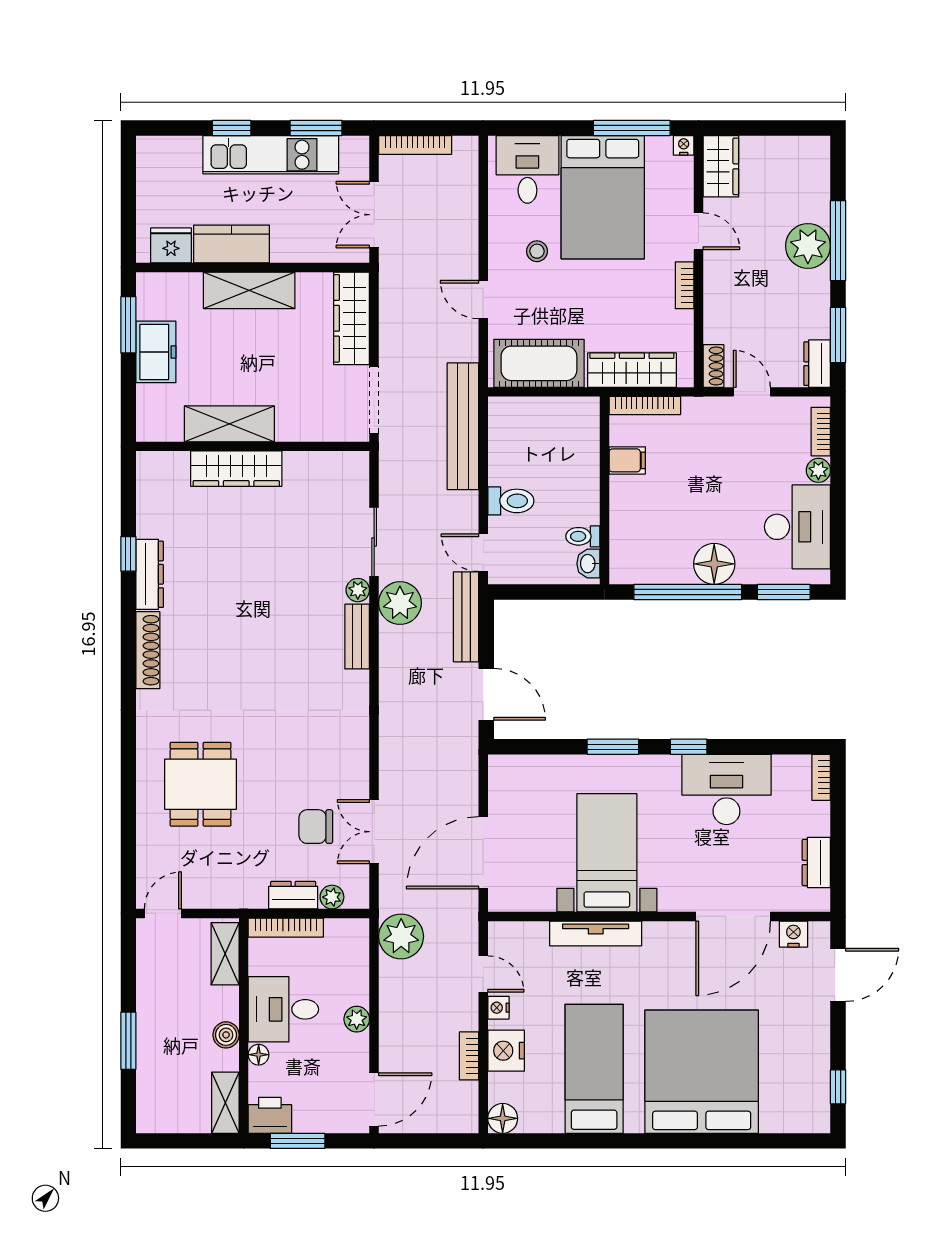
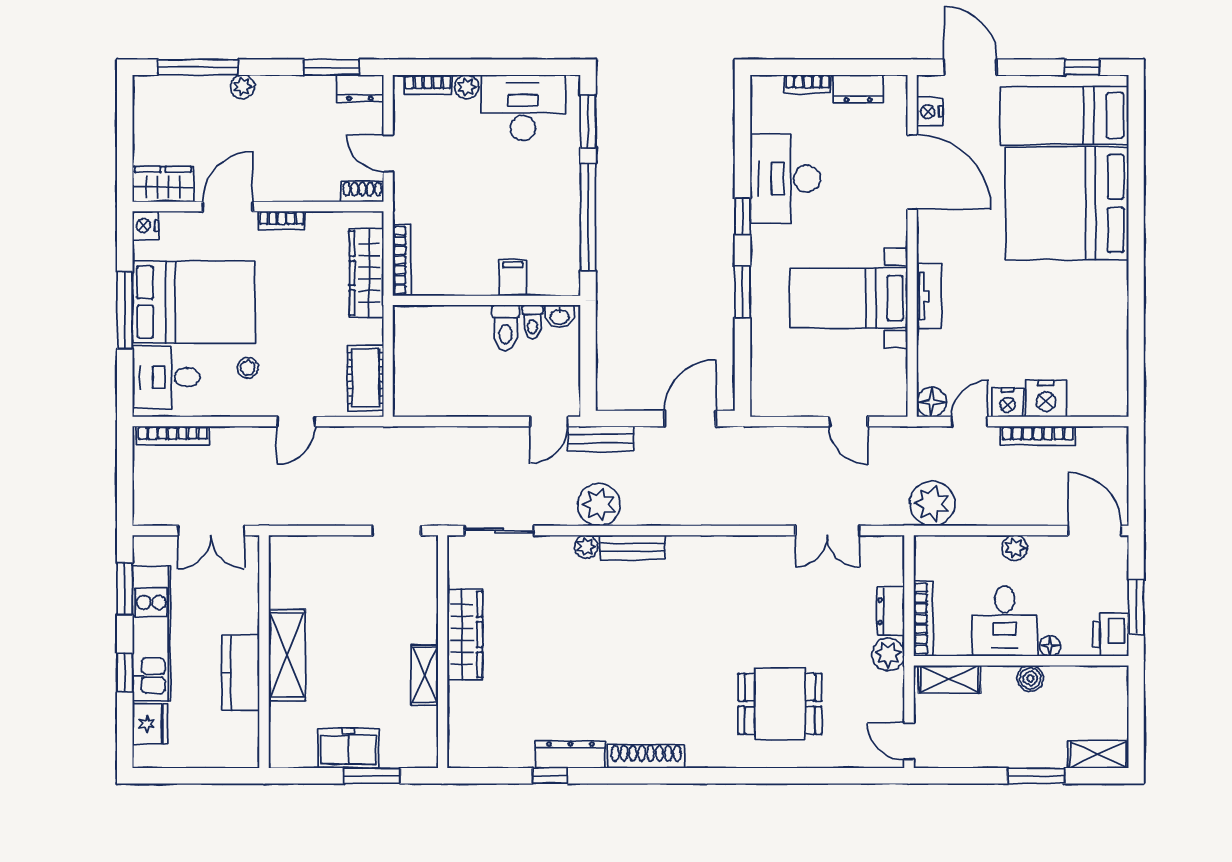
window: (632, 128) -> (125, 310), moved
bookcase: (415, 145) -> (173, 435), moved, turned 90
nightstand: (684, 145) -> (146, 225), width x1.39, depth x1.35
door: (699, 231) -> (228, 206), width x1.38
window: (838, 241) -> (198, 67), moved
fridge: (171, 245) -> (150, 724), moved, turned 180
plant: (808, 246) -> (243, 87), width x0.53, depth x0.53
wardrobe: (352, 318) -> (315, 553), removed
window: (128, 325) -> (372, 776), moved
cot: (539, 363) -> (366, 378), width x0.73, depth x0.75
door: (752, 392) -> (388, 153), hinge flipped
doorway: (374, 400) -> (397, 531), width x0.73
shelving: (229, 424) -> (425, 675), width x0.67, depth x0.75
bench: (463, 426) -> (423, 442), removed
filing cabinet: (627, 460) -> (513, 278), moved
wardrobe: (236, 469) -> (465, 635), moved
toilet: (511, 501) -> (506, 328), moved, turned 180
sliding door: (374, 542) -> (499, 531), moved
floor lamp: (714, 564) -> (560, 191), removed
bench: (466, 617) -> (601, 439), width x0.73
bookcase: (821, 777) -> (808, 84), moved
chair: (316, 827) -> (822, 589), removed
door: (483, 853) -> (848, 421), width x0.53
plant: (332, 897) -> (888, 654), moved, width x1.38, depth x1.38
tv unit: (596, 933) -> (929, 296), width x0.71
nightstand: (498, 1008) -> (1008, 403), width x1.39, depth x1.35
bookcase: (469, 1056) -> (1038, 436), width x1.56
bed: (594, 1069) -> (1064, 115), moved
shelving: (225, 1103) -> (1098, 754), moved
floor lamp: (503, 1118) -> (932, 402), moved

